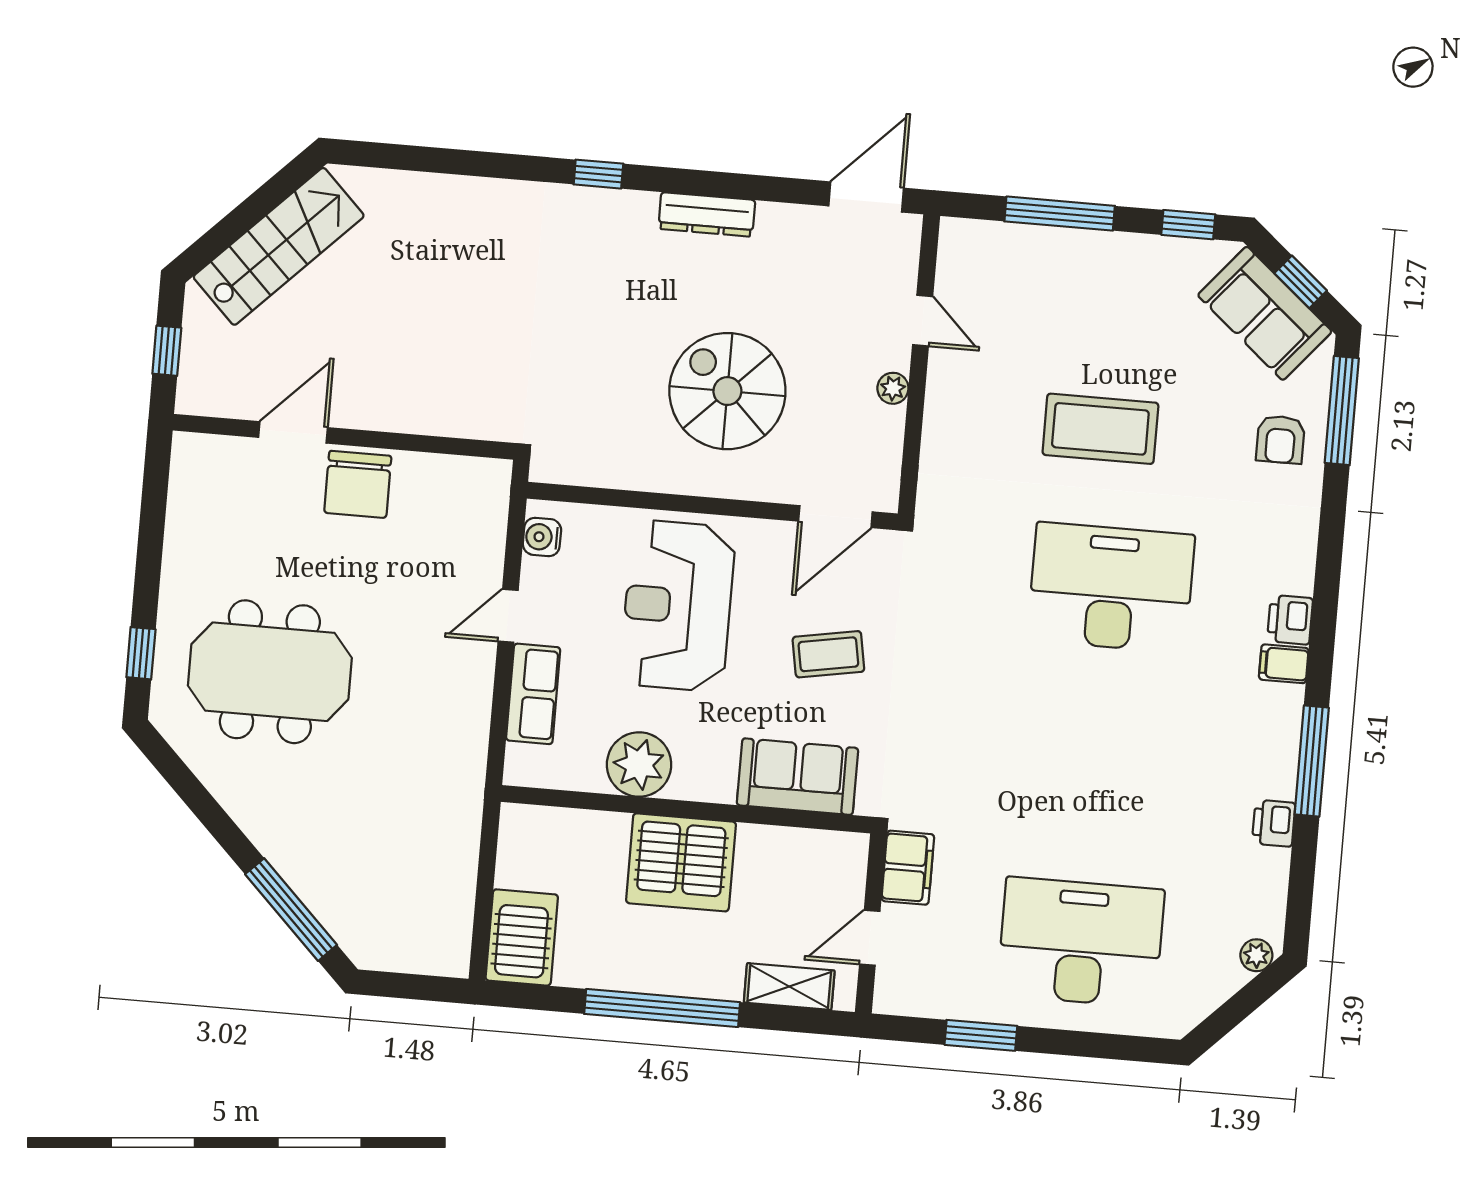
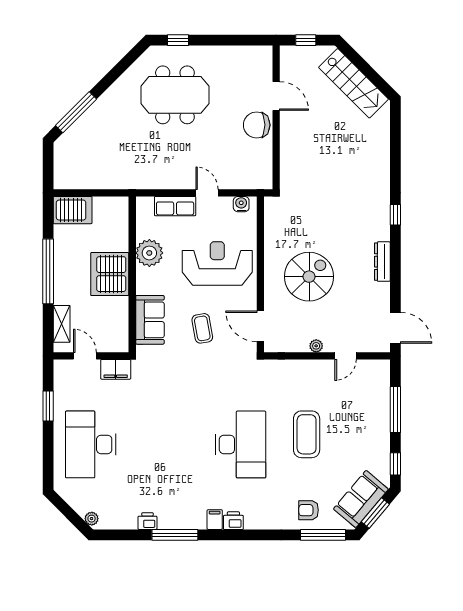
window: (1301, 282) -> (375, 513), width x1.50
meeting table: (270, 672) -> (175, 95), turned 90
desk: (1081, 942) -> (91, 444), turned 180

